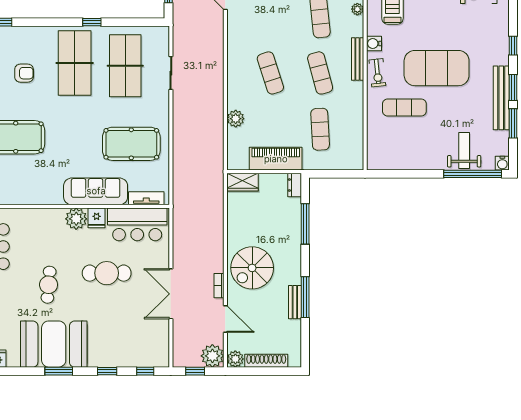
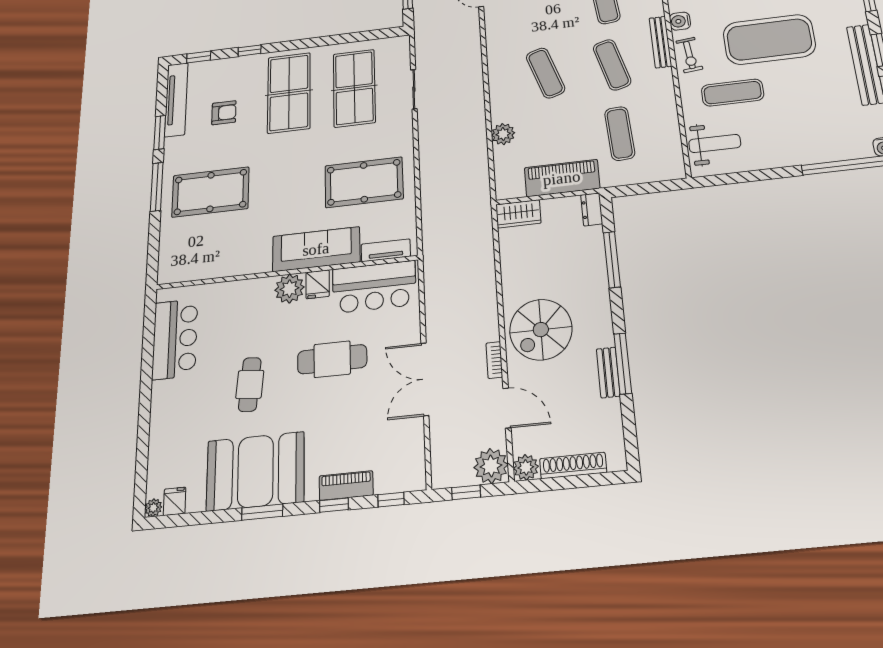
window: (92, 22) -> (250, 51), moved
weight bench: (464, 150) -> (715, 143), moved, turned 90
piano: (115, 359) -> (346, 486), added

